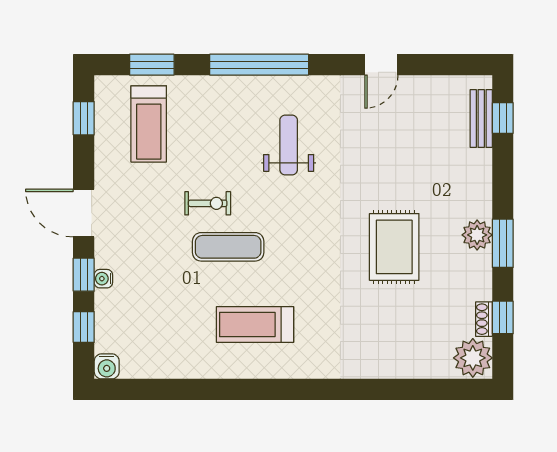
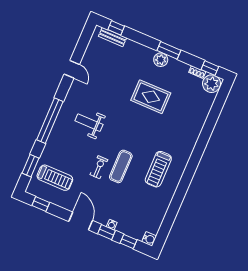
door: (84, 213) -> (81, 221), swing flipped
window: (503, 317) -> (210, 68), moved

